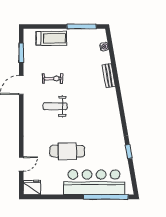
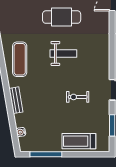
weight bench: (55, 106) -> (63, 53), moved
exercise mat: (105, 113) -> (20, 59), added

